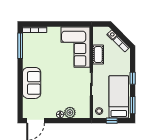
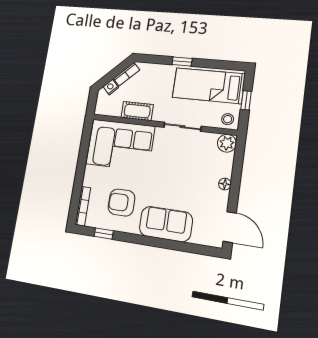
window: (20, 46) -> (104, 234), width x0.46
armchair: (40, 54) -> (121, 202), added
window: (133, 105) -> (225, 65), removed
plant: (70, 113) -> (227, 143), moved

